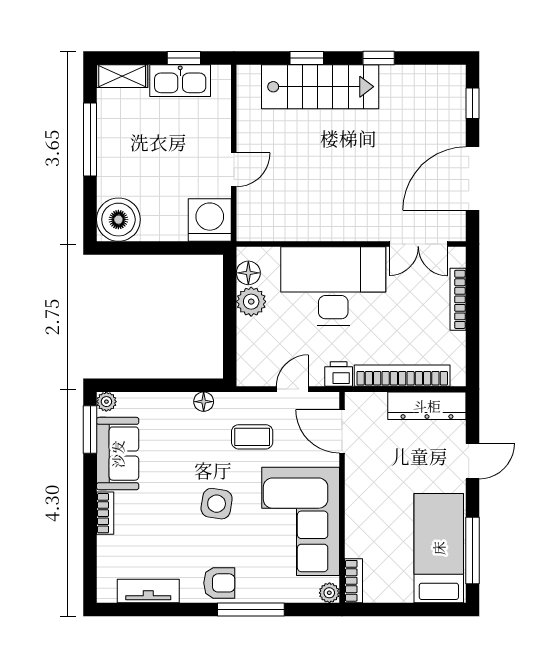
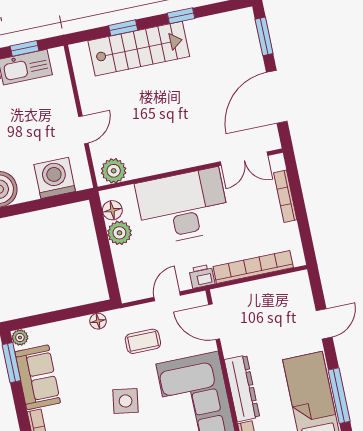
window: (473, 103) -> (264, 36), width x1.50
washing machine: (210, 220) -> (55, 178), moved
plant: (260, 226) -> (114, 171), added
dresser: (427, 406) -> (242, 388), moved, turned -90

